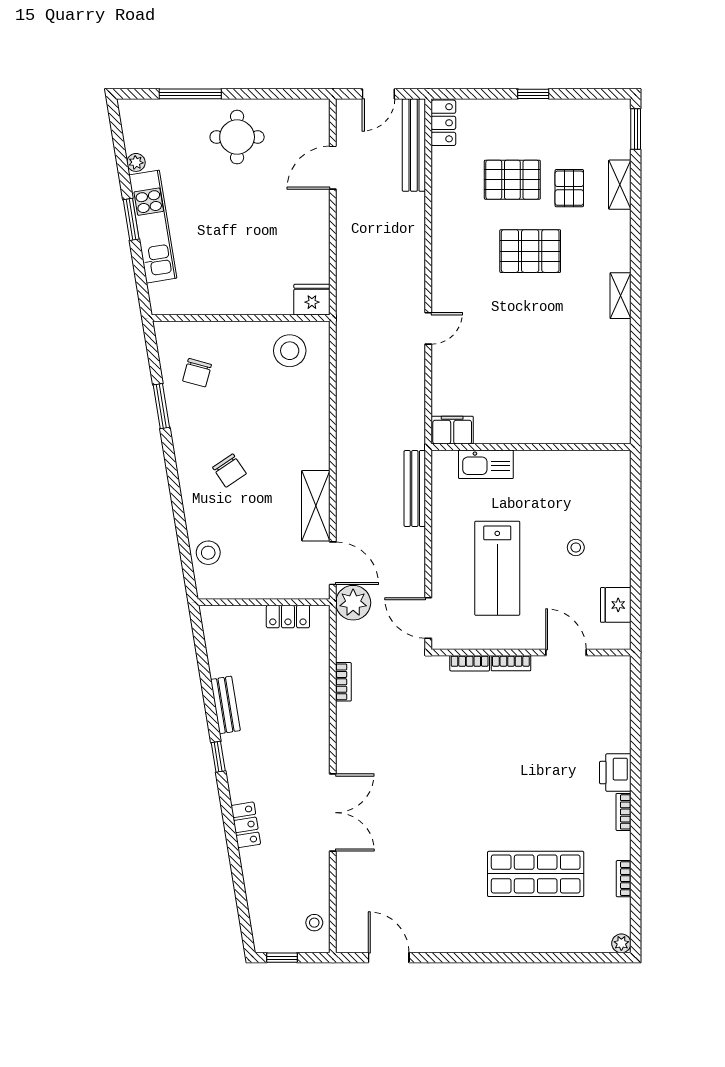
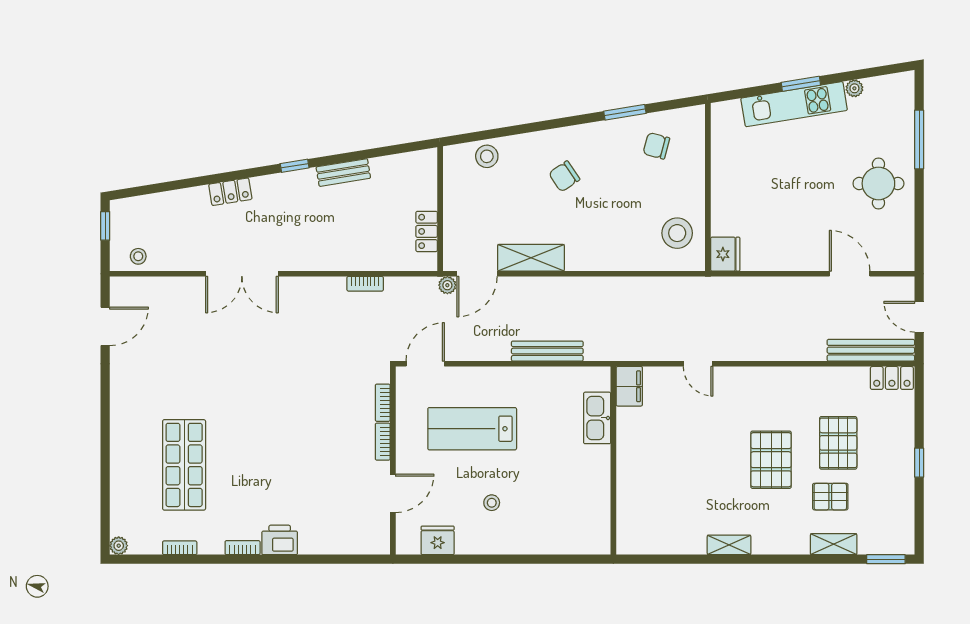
filing cabinet: (452, 430) -> (629, 386), moved
wall: (531, 447) -> (613, 461), moved
kitchen sink: (486, 464) -> (597, 418), moved
plant: (353, 603) -> (447, 285), width x0.53, depth x0.53

